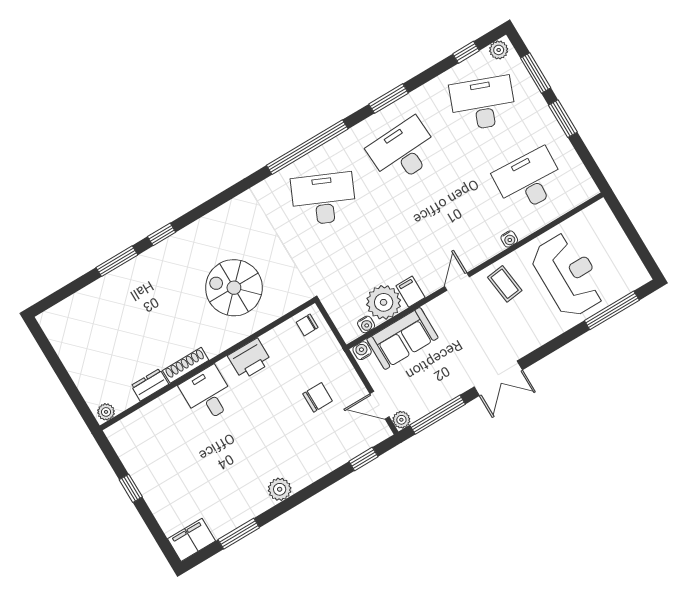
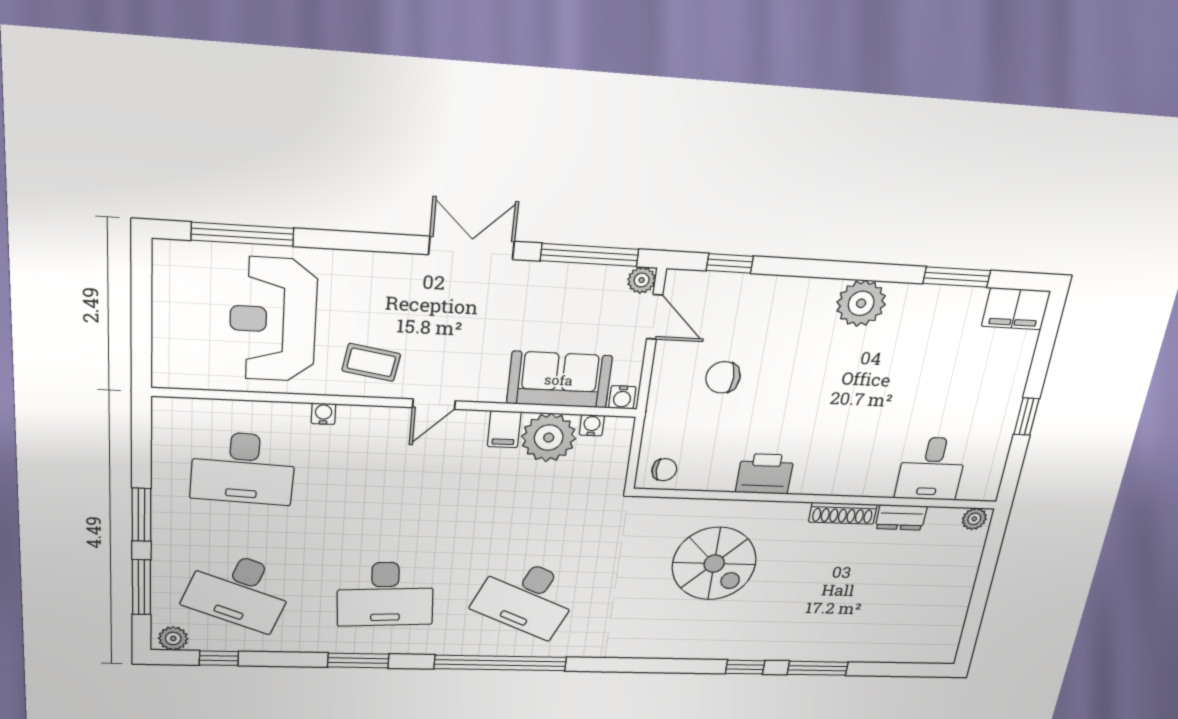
coffee table: (505, 284) -> (371, 362), turned -73
desk: (208, 394) -> (931, 469), moved
plant: (280, 489) -> (861, 303), width x1.36, depth x1.36

